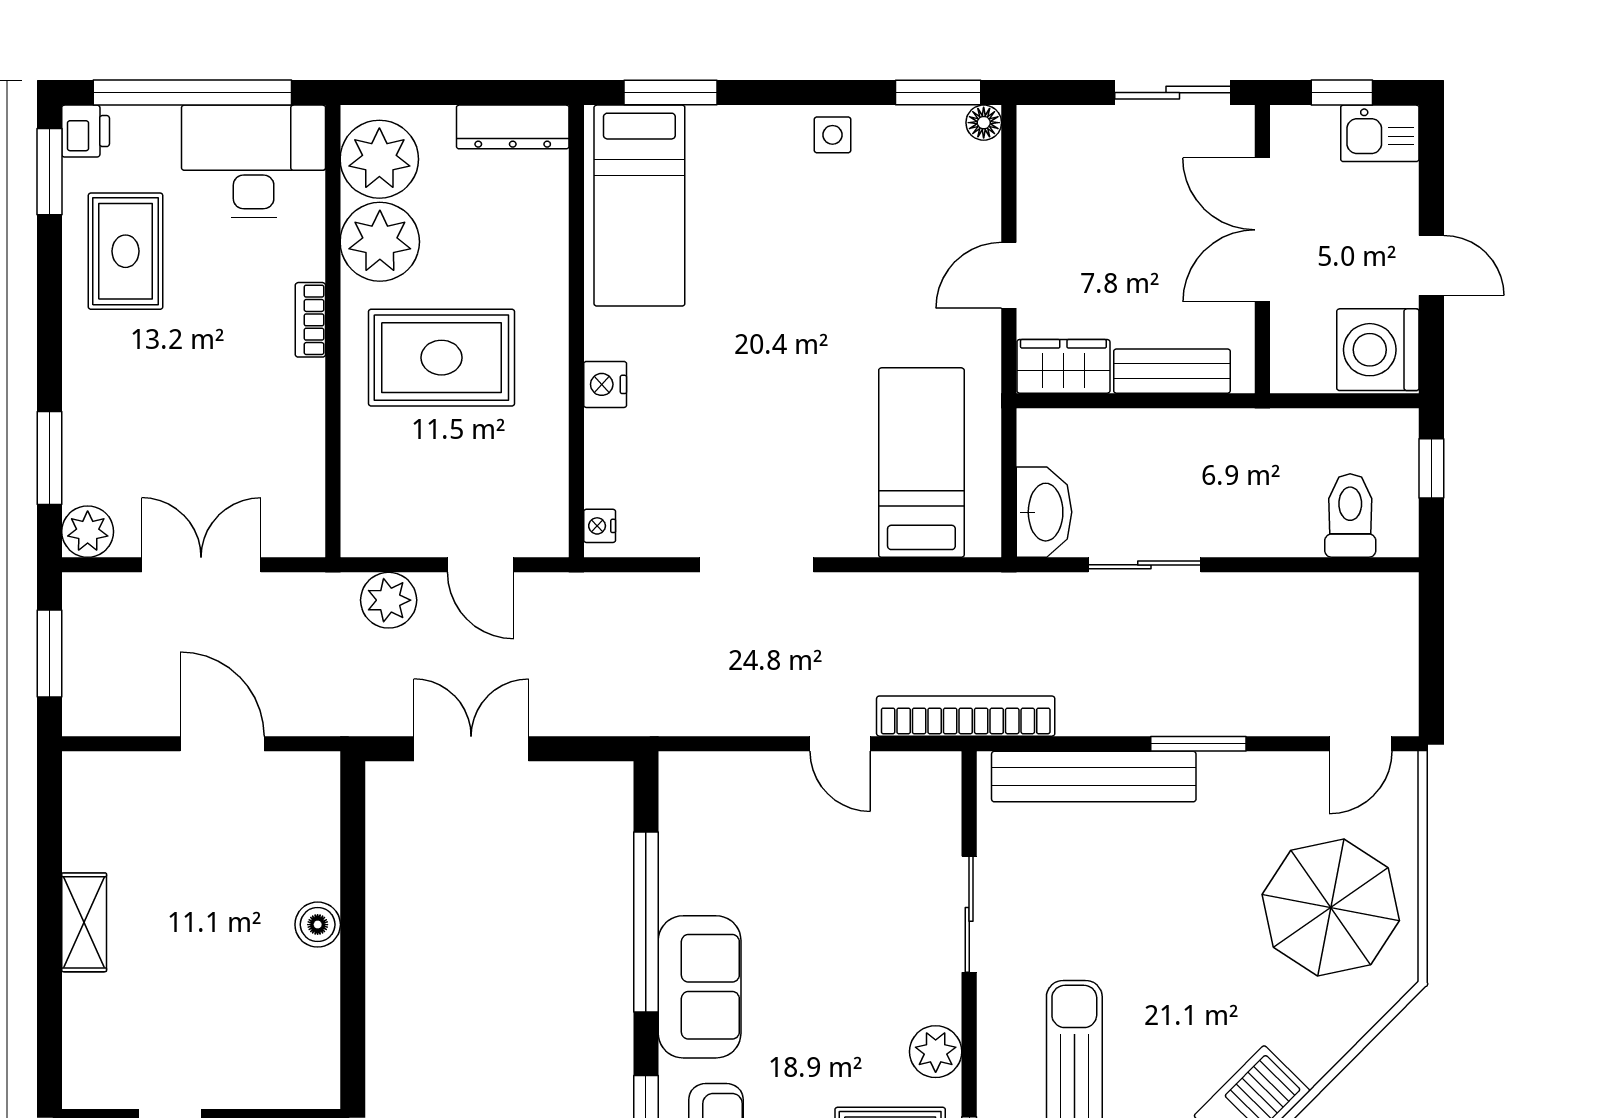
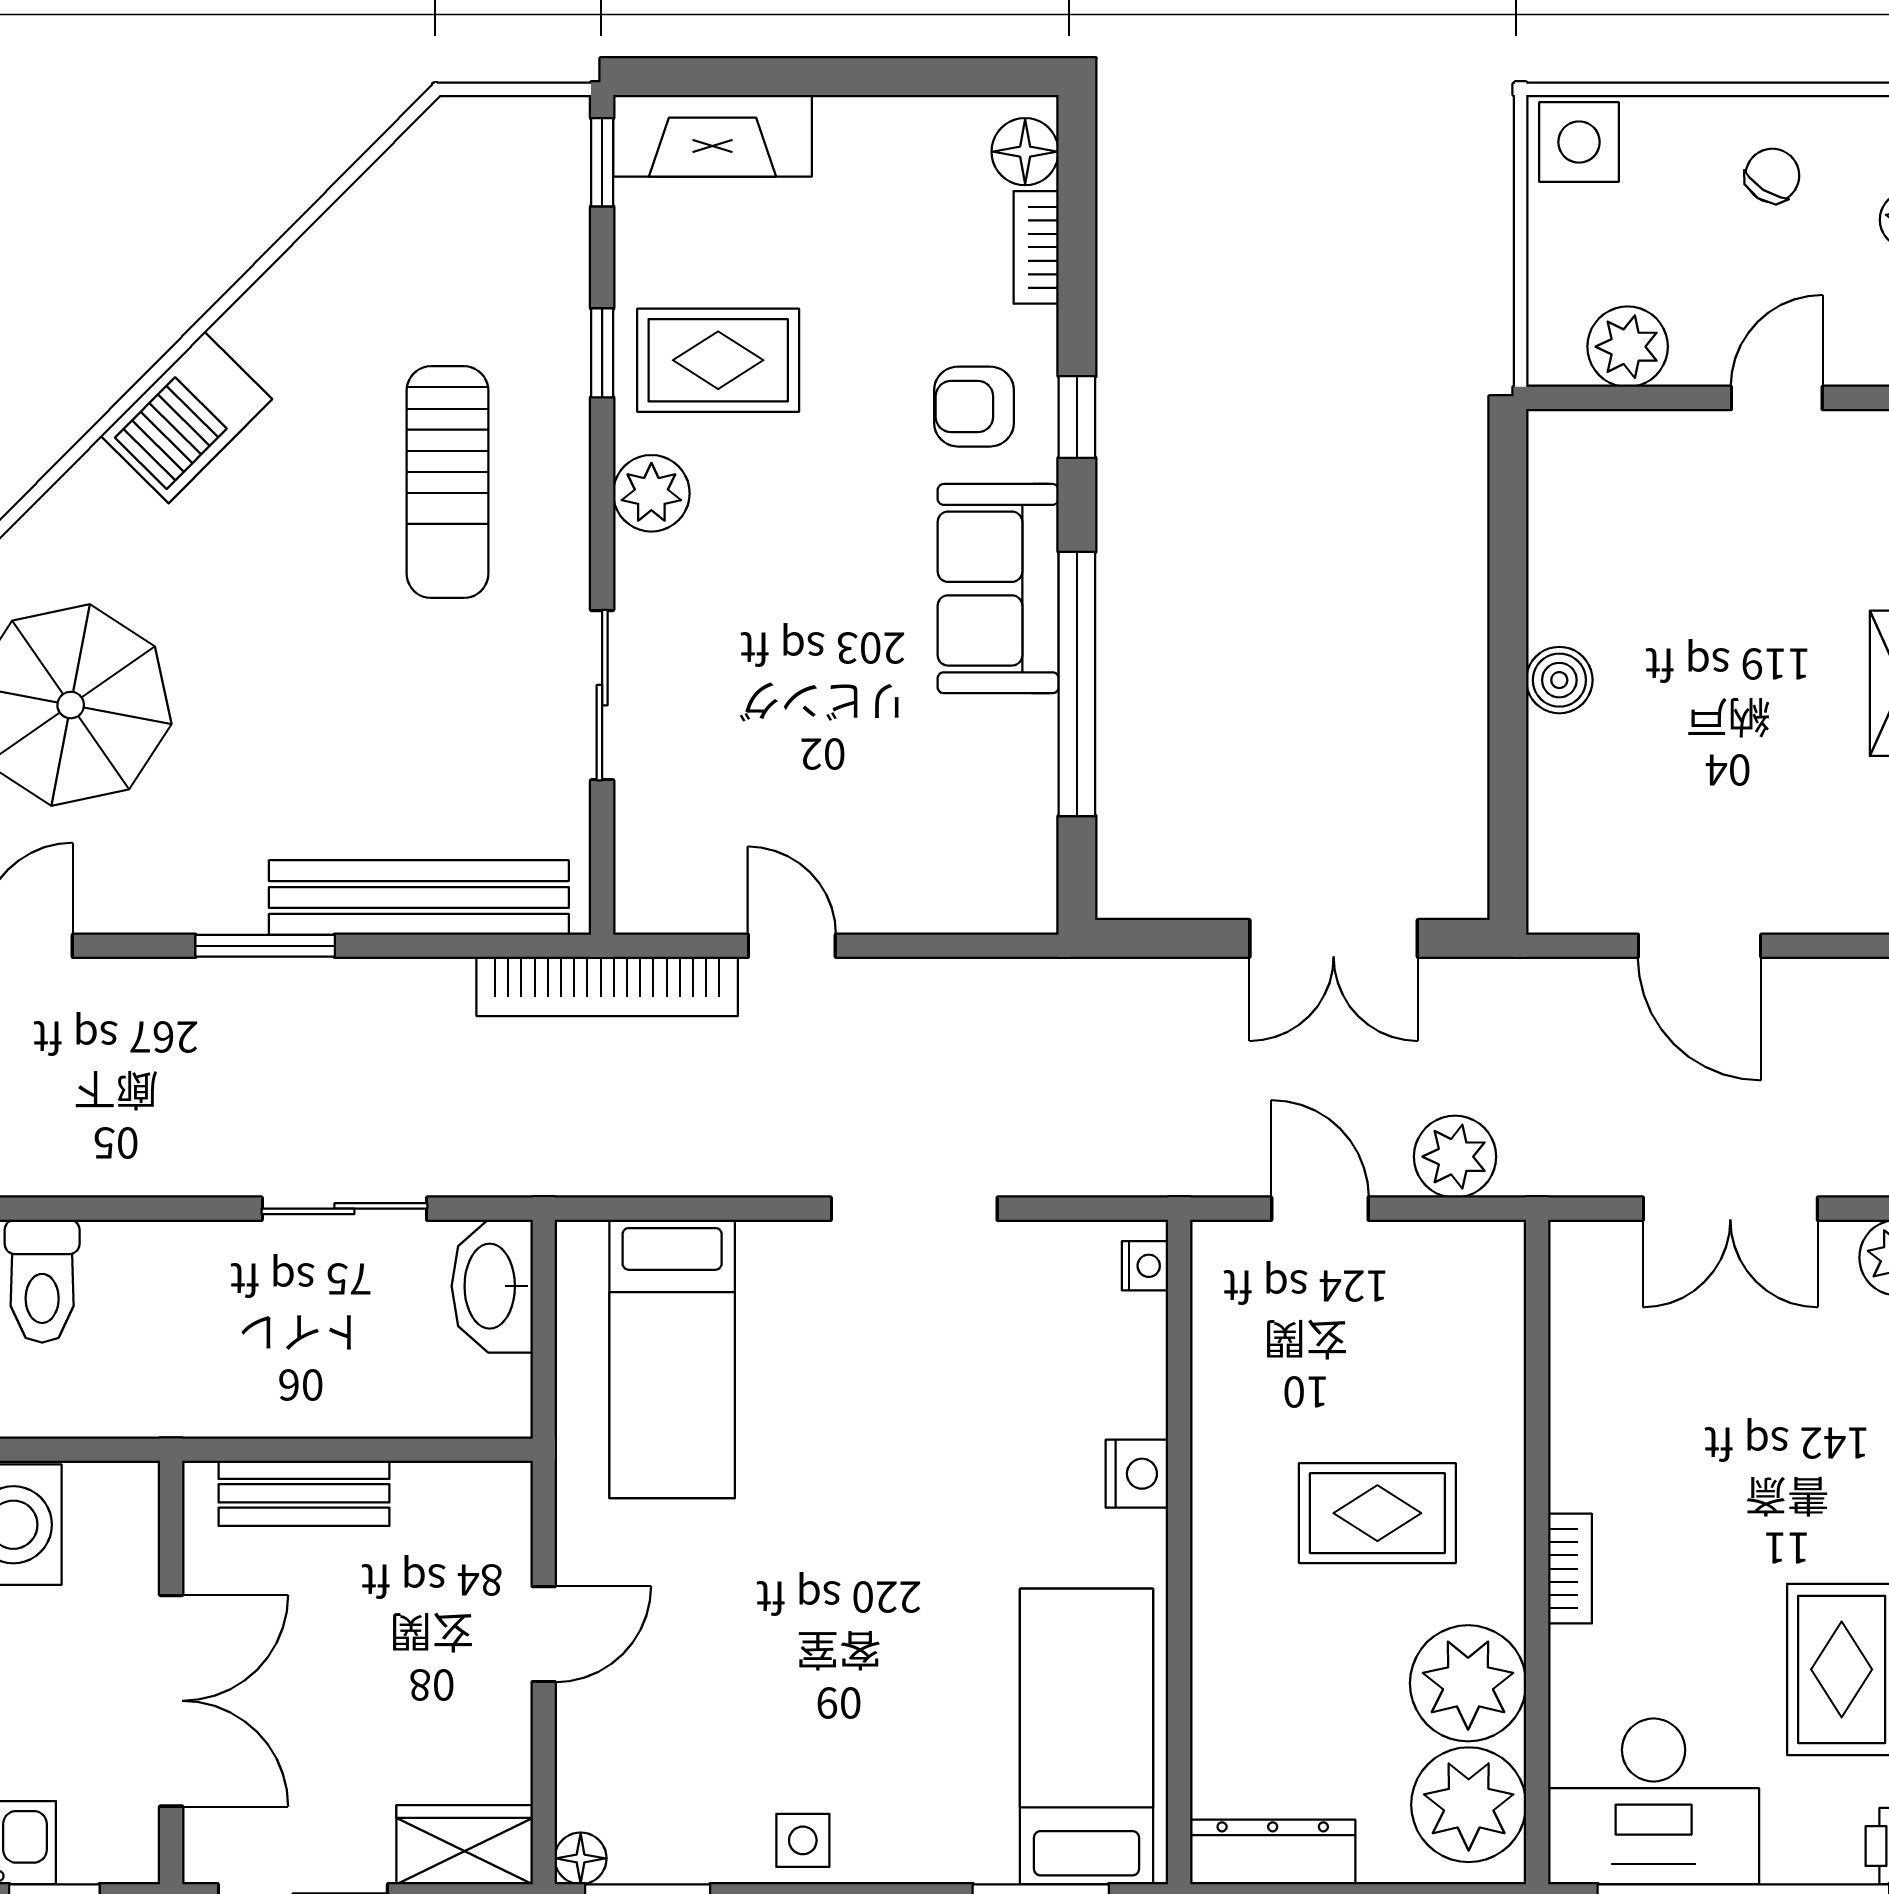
rug: (441, 358) -> (1377, 1513), width x0.73, depth x0.70
wardrobe: (1063, 366) -> (465, 1845), moved, turned 180

